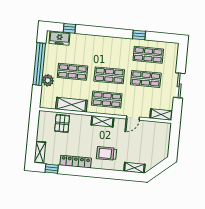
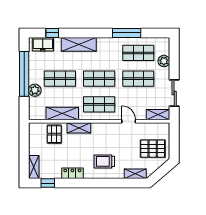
window: (139, 35) -> (127, 33), width x2.17
shelving: (93, 41) -> (79, 44), added
plant: (171, 65) -> (164, 61), added
sliding door: (179, 85) -> (174, 93), moved
door: (133, 118) -> (129, 121), swing flipped
shelving: (102, 121) -> (79, 128), moved
pallet: (153, 146) -> (153, 149), added
locker: (76, 162) -> (72, 173), width x0.66

